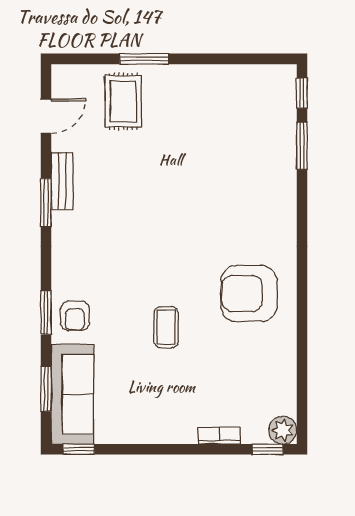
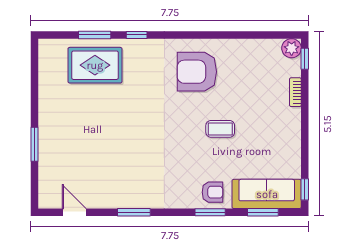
window: (302, 93) -> (137, 35), moved
rug: (123, 101) -> (95, 65), moved, width x1.36, depth x1.43
bench: (62, 181) -> (119, 201), removed
armchair: (249, 293) -> (197, 72), turned 90

